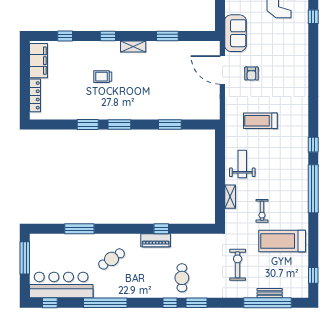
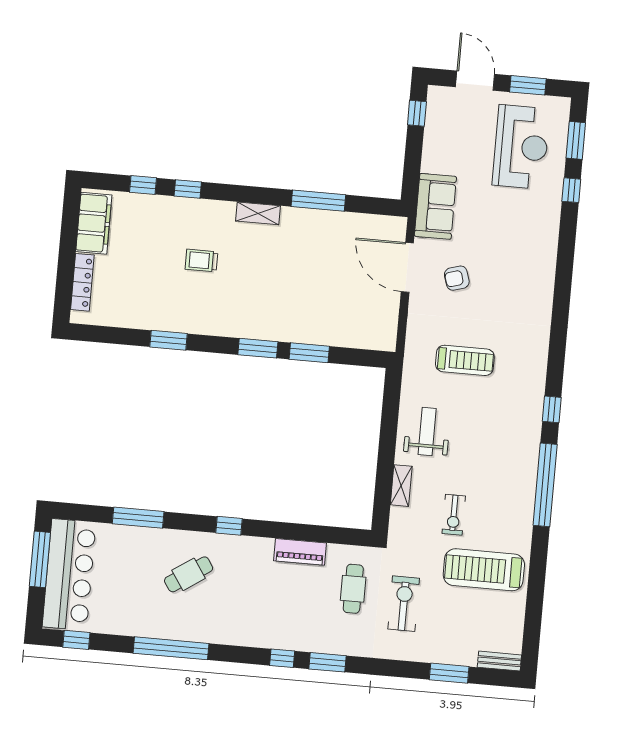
window: (108, 36) -> (188, 189), moved
window: (167, 36) -> (318, 201), width x1.44
armchair: (251, 74) -> (457, 278), turned 73
treadmill: (260, 121) -> (465, 360), turned 180
window: (119, 124) -> (258, 348), moved
window: (161, 229) -> (229, 526), moved
piano: (156, 240) -> (300, 552), moved
window: (313, 275) -> (532, 633), removed
cafe table: (182, 278) -> (353, 589), moved
bar counter: (61, 285) -> (69, 575), moved, turned 90
bench: (270, 293) -> (499, 661), moved
window: (267, 303) -> (449, 673), width x0.47

